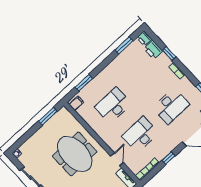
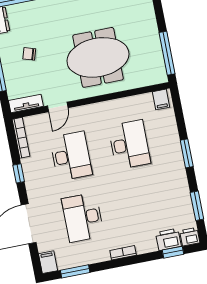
window: (169, 54) -> (173, 252), moved
window: (84, 83) -> (187, 153), moved
window: (48, 116) -> (167, 53), width x1.44
door: (117, 159) -> (58, 107), hinge flipped

